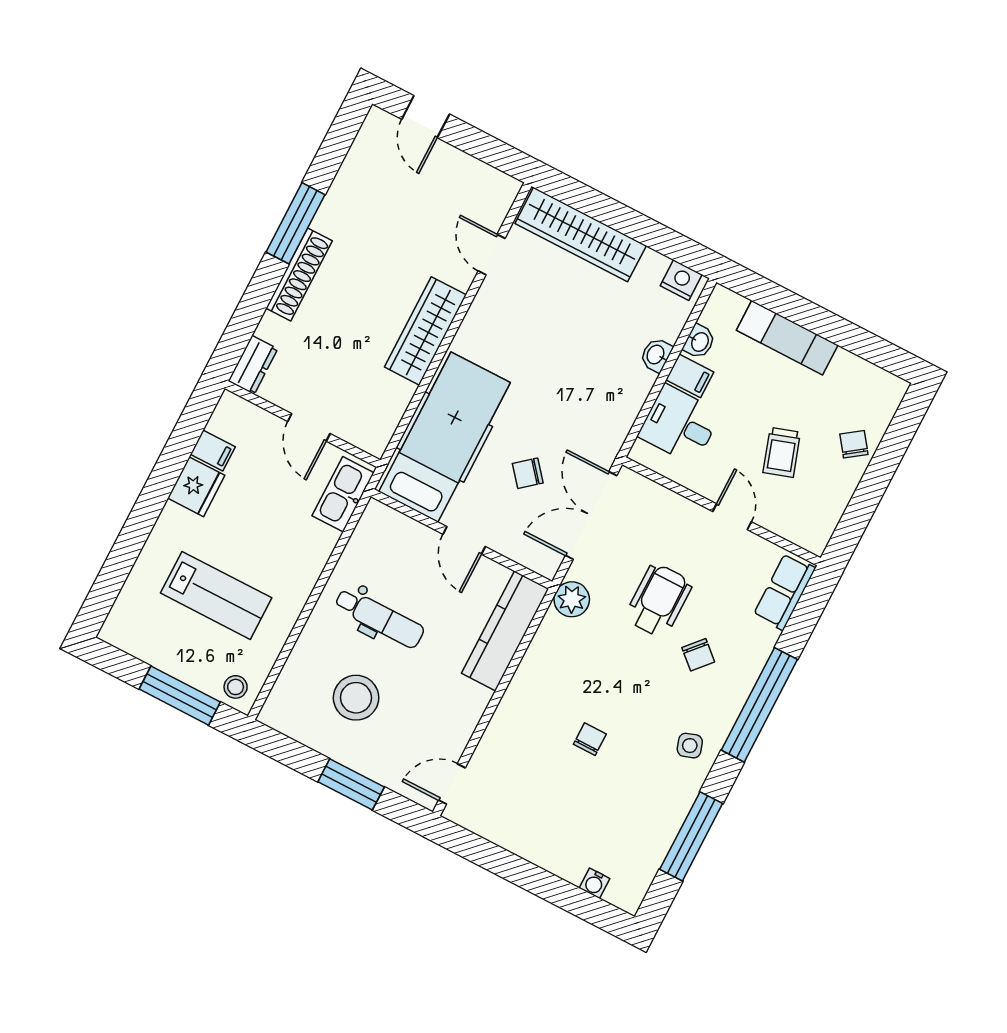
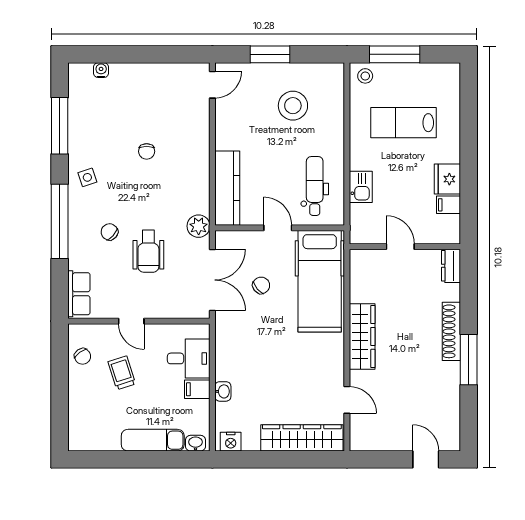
washbasin: (699, 342) -> (195, 443), moved, turned 90
chair: (854, 444) -> (83, 356), moved
kitchen sink: (343, 494) -> (361, 187), moved, width x0.73
dental chair: (379, 618) -> (315, 186), moved, turned 90

